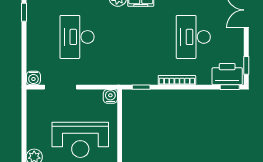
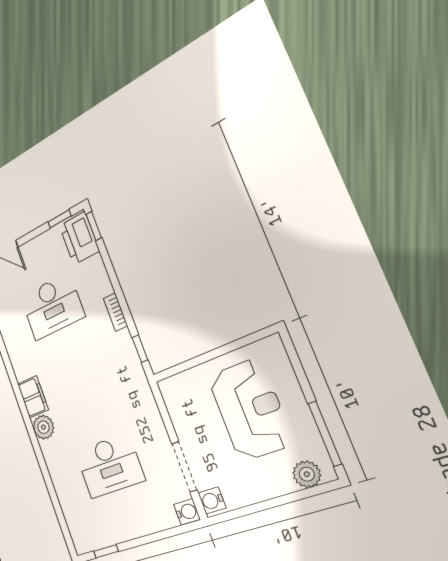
bookcase: (177, 80) -> (115, 312), width x0.64
water cooler: (110, 96) -> (212, 500), moved

